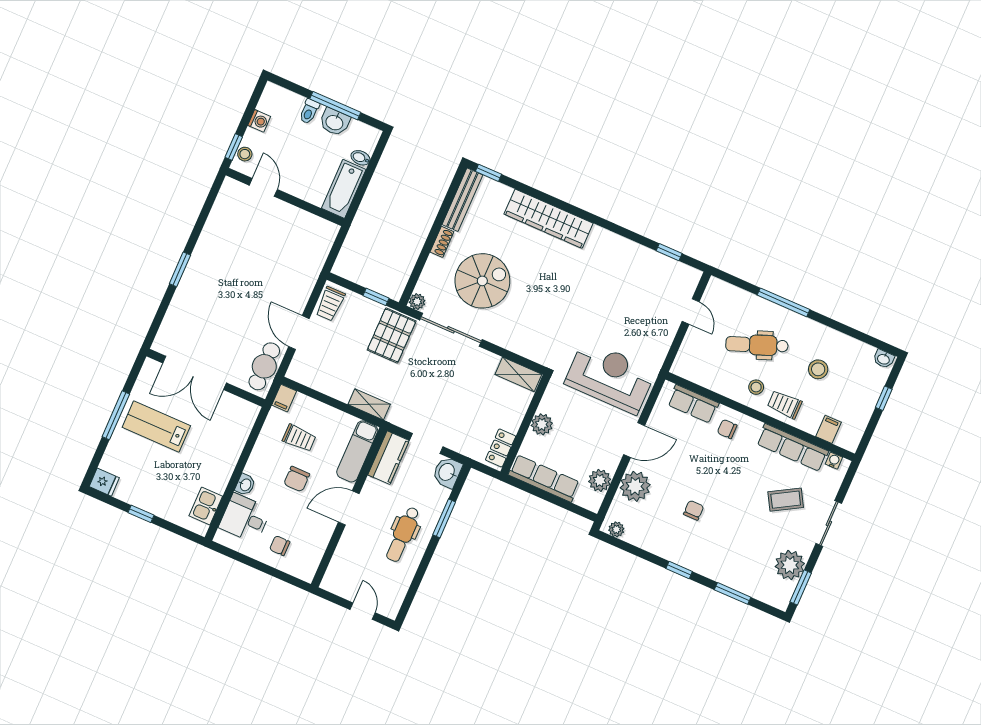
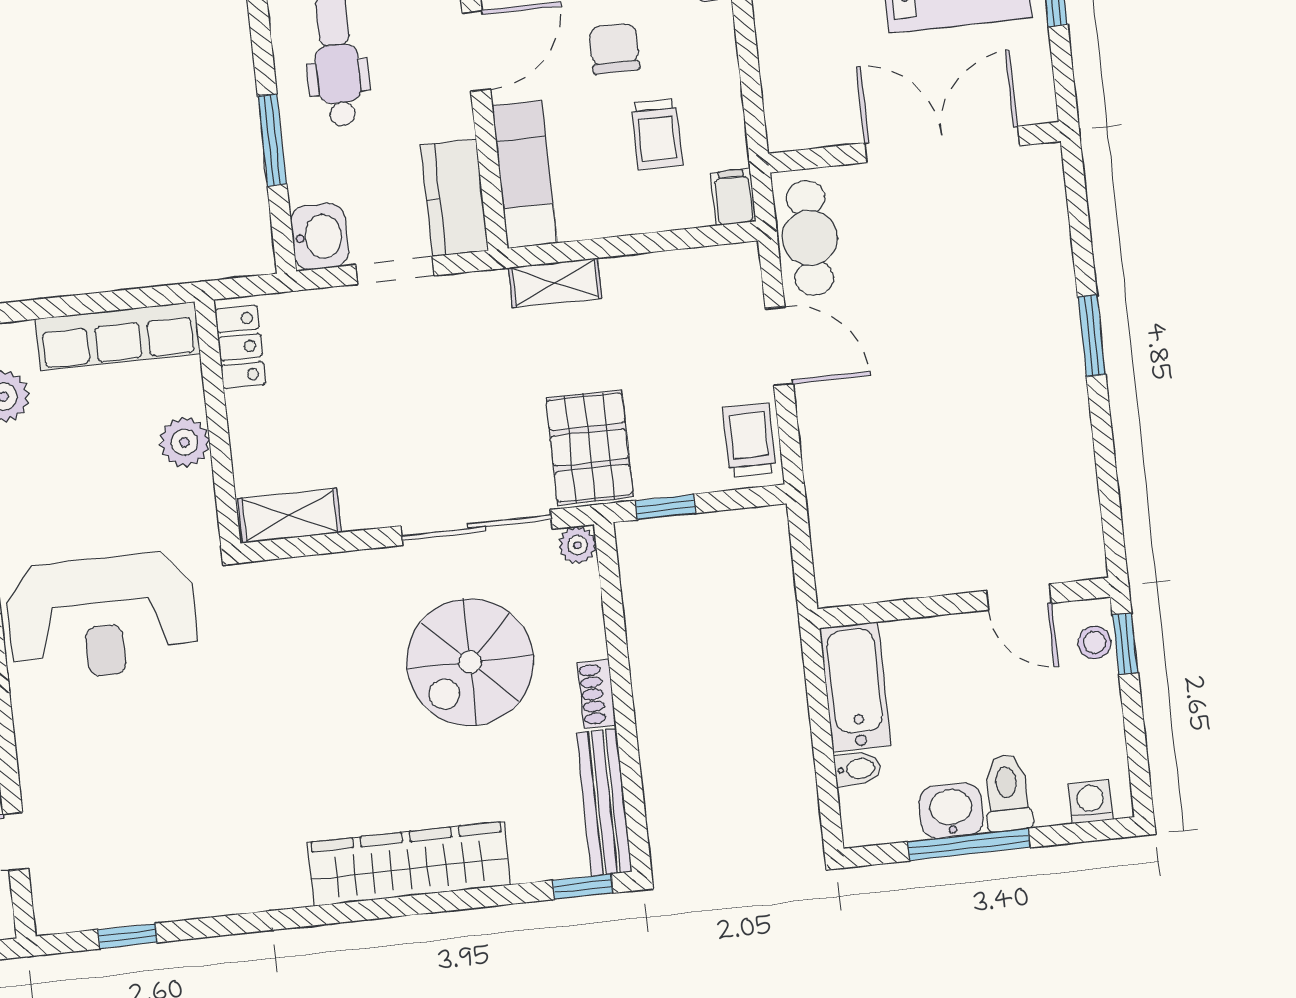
toilet: (309, 111) -> (1007, 793), width x1.37, depth x1.39
washing machine: (259, 121) -> (1091, 801), moved, turned 90
trolley: (299, 438) -> (657, 134), turned -90

